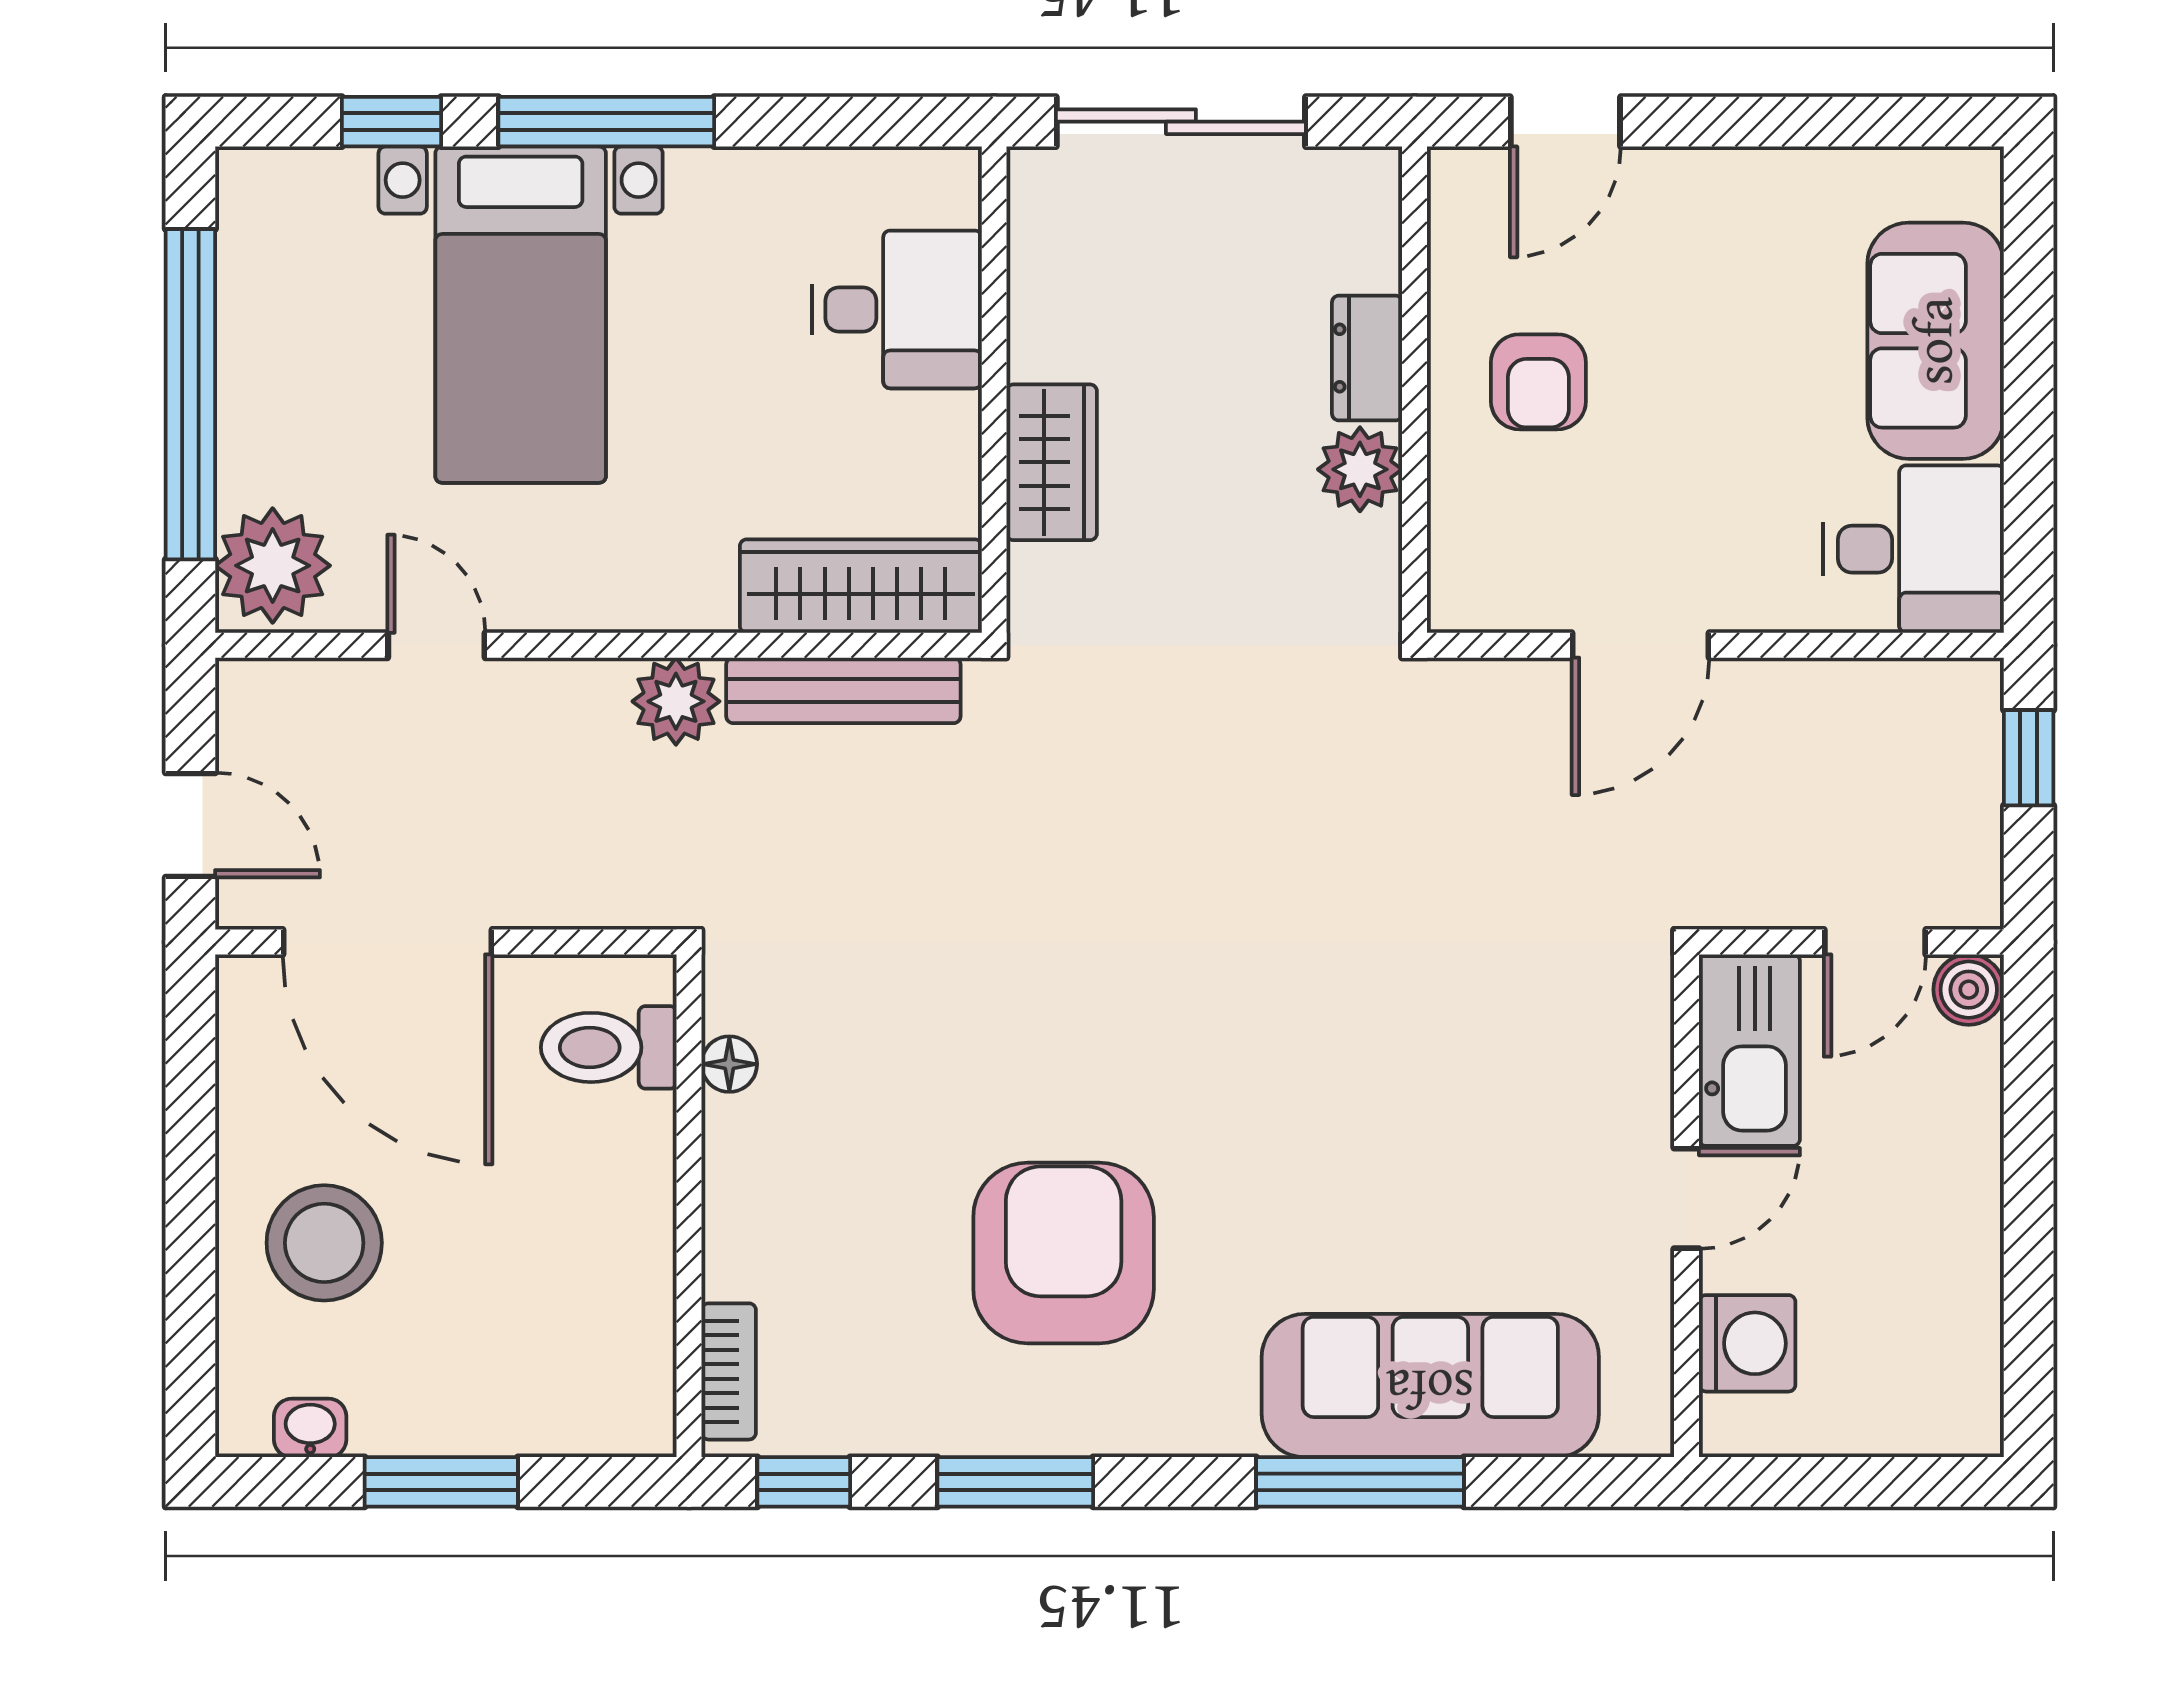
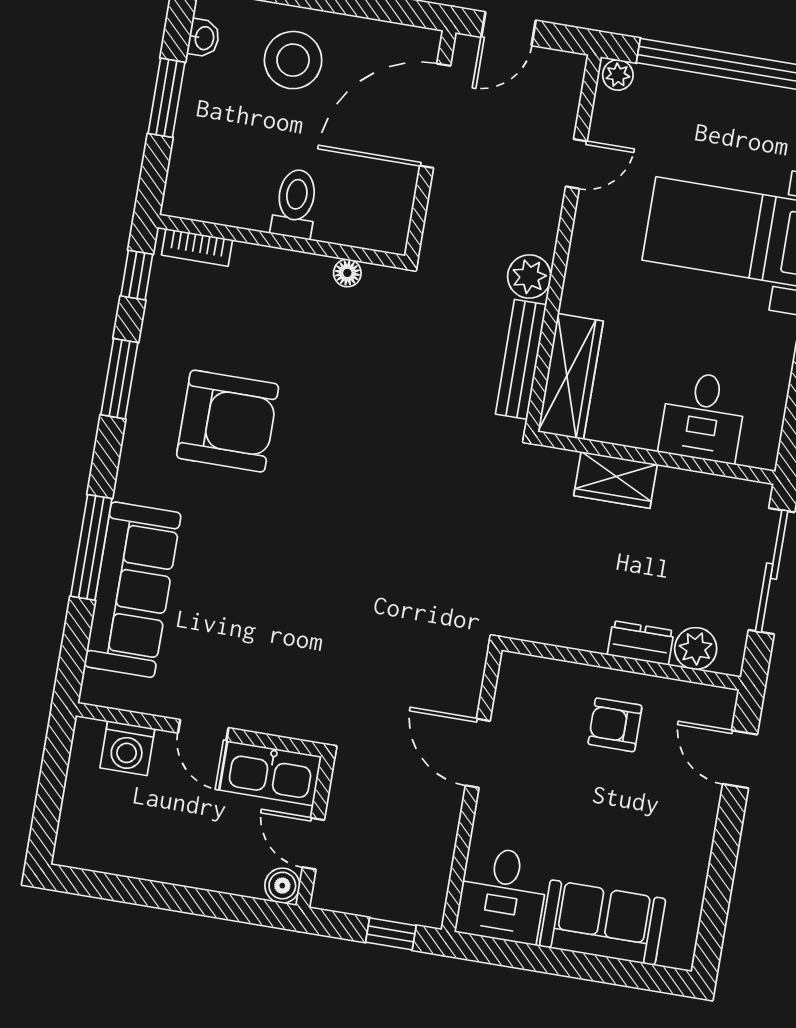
plant: (1360, 469) -> (696, 648), moved
plant: (273, 566) -> (618, 75), width x0.53, depth x0.53
toilet: (609, 1047) -> (295, 204), moved

